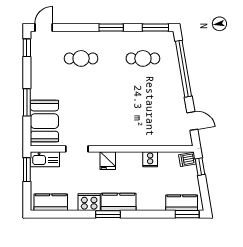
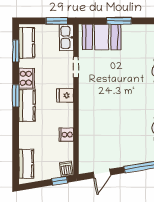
window: (187, 214) -> (16, 51), moved

